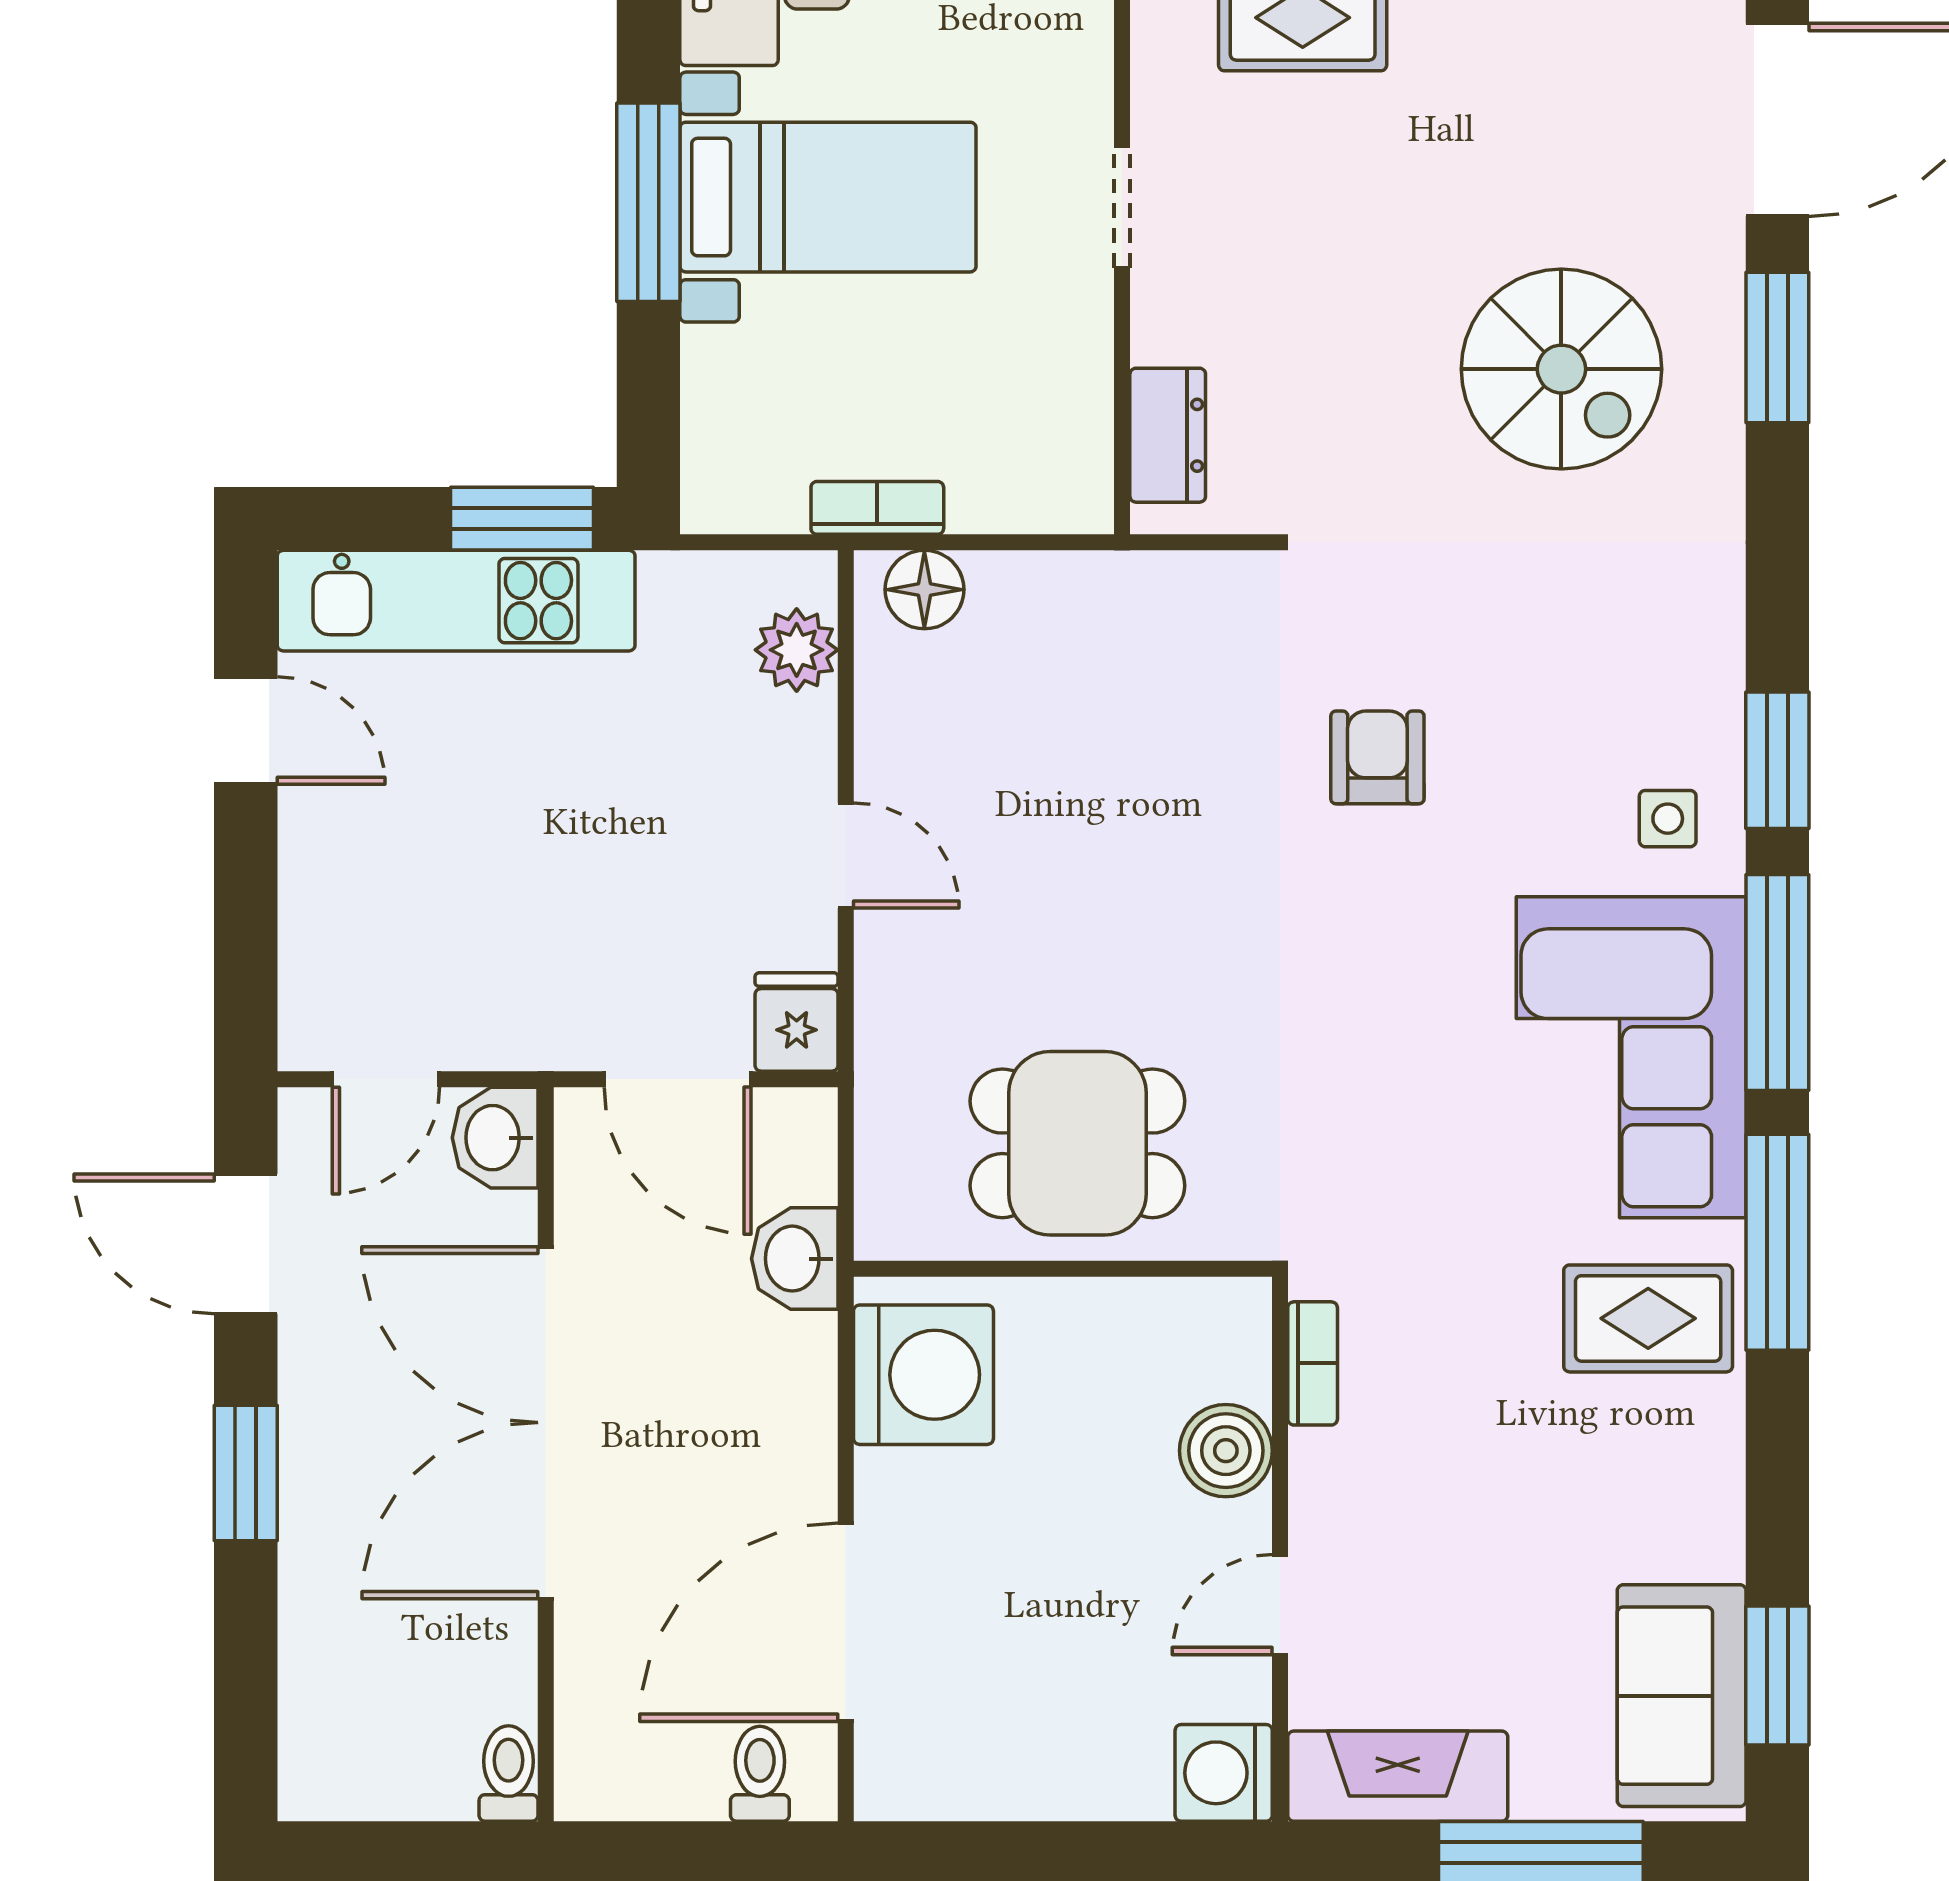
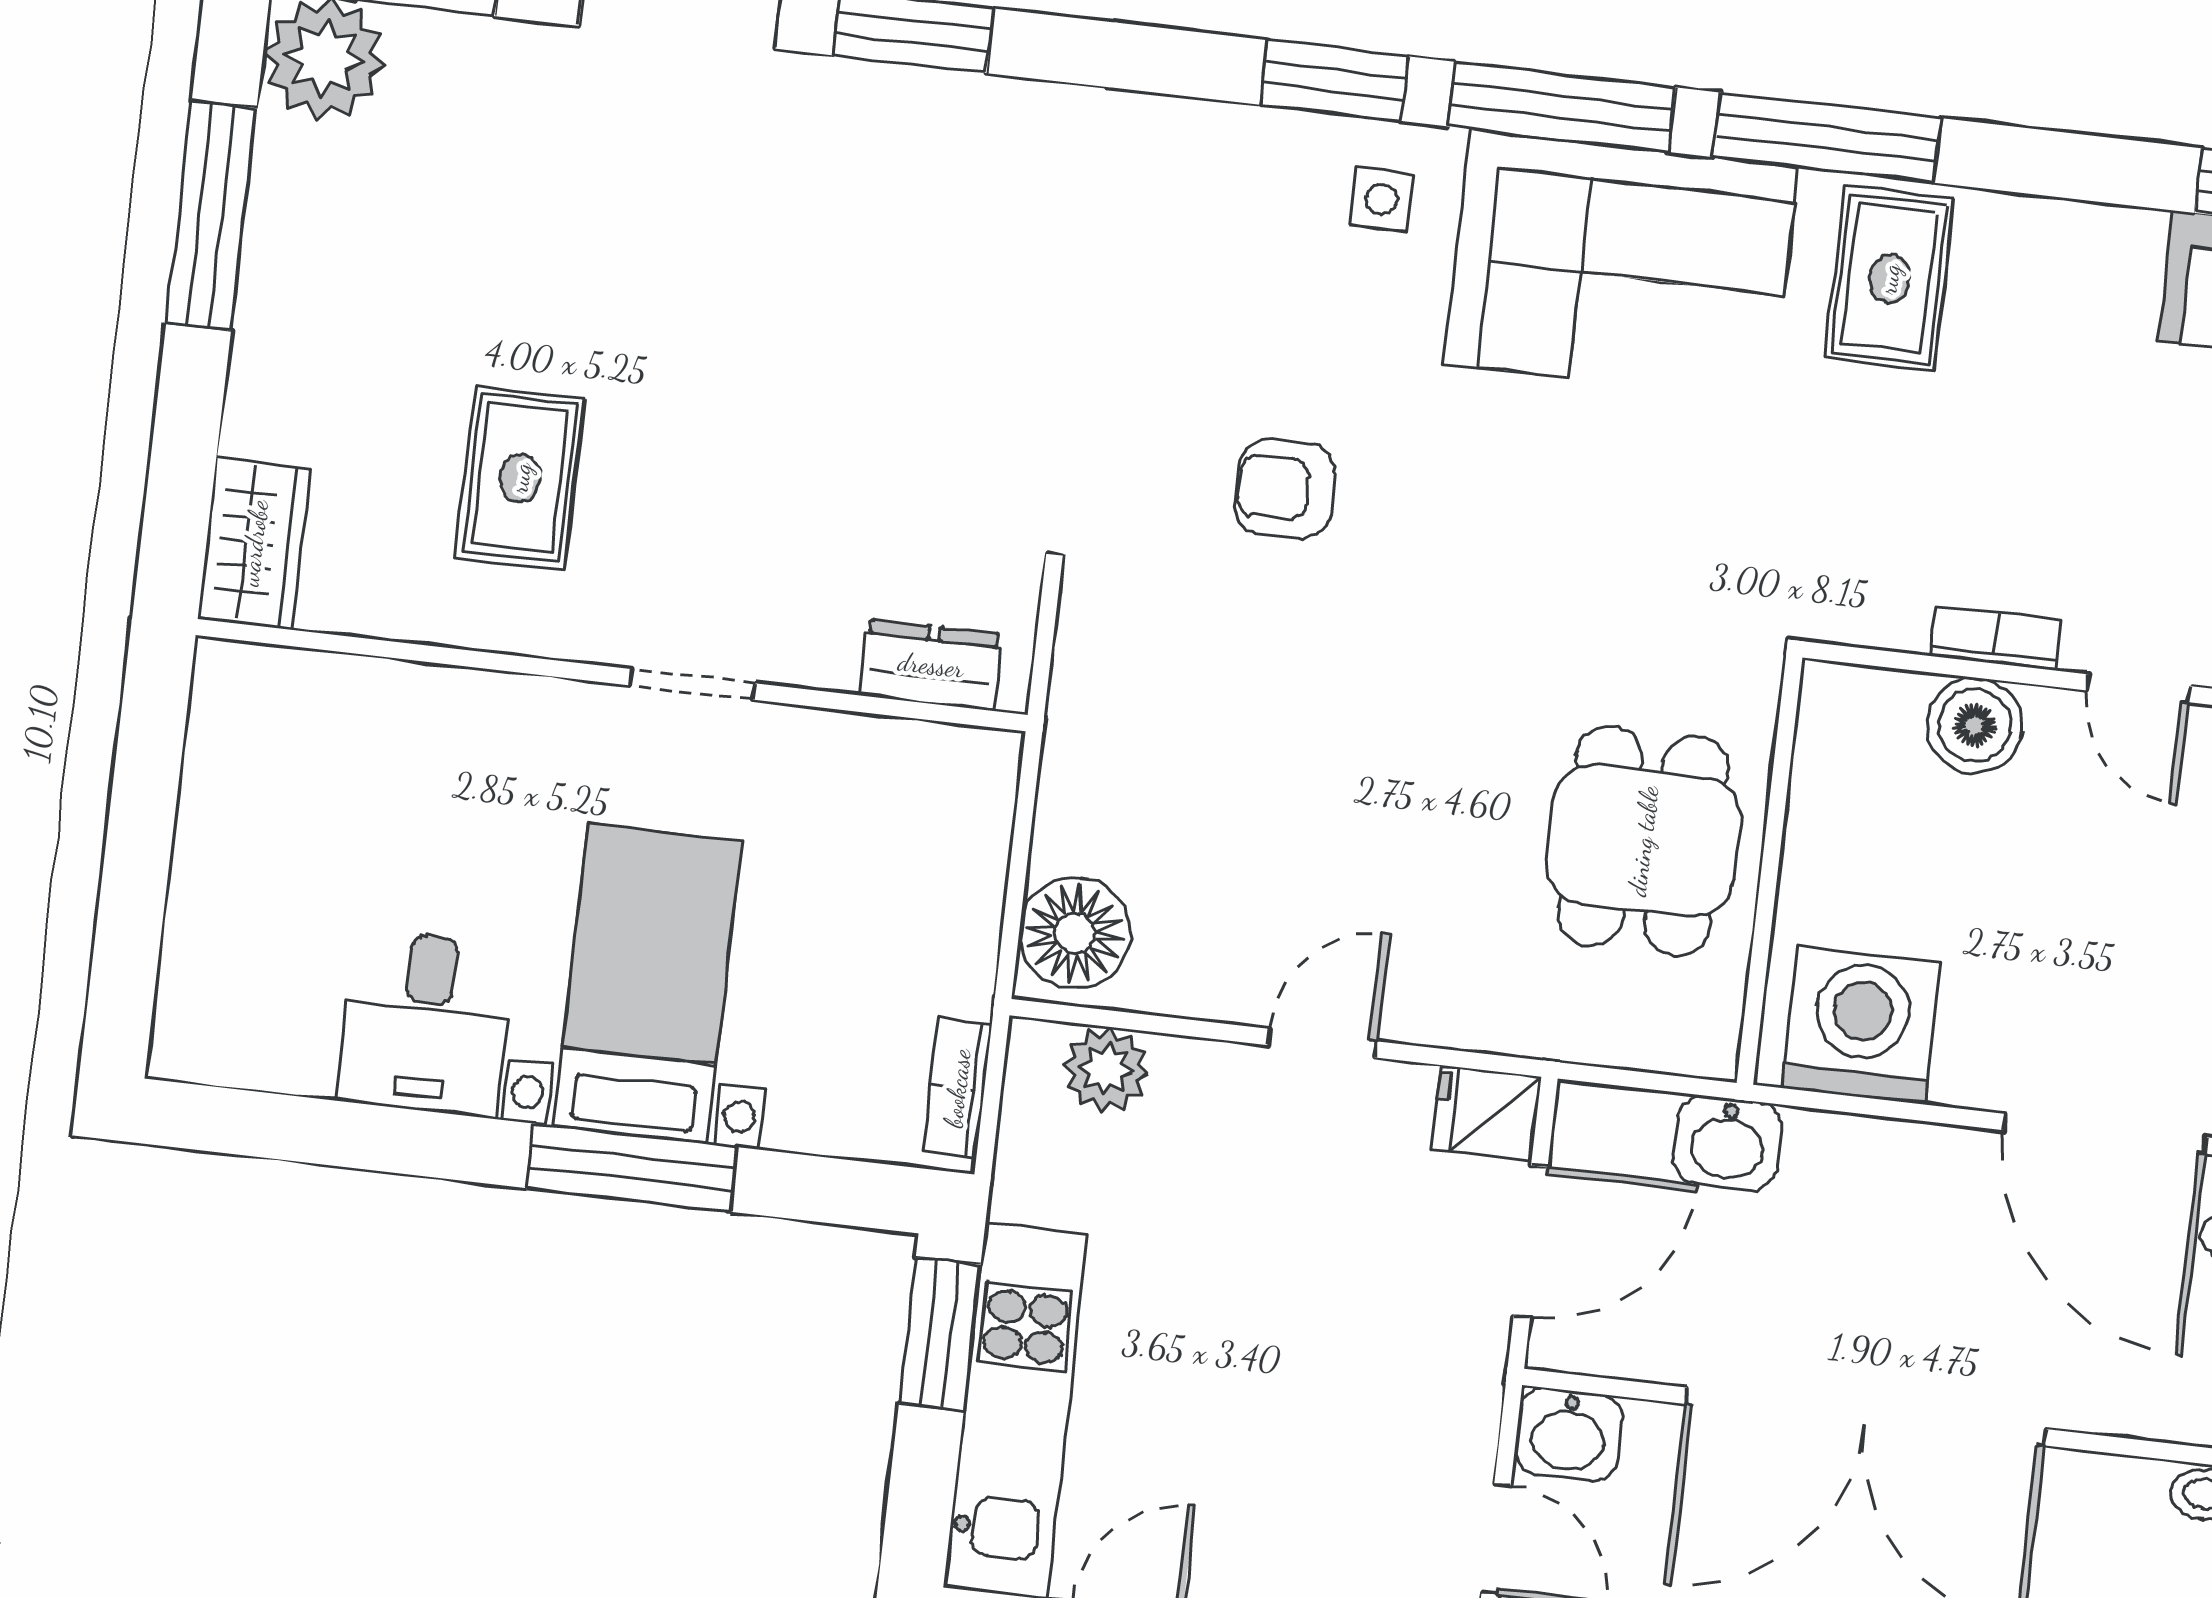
spiral stairs: (1561, 369) -> (910, 255), removed
bookcase: (877, 508) -> (957, 1088), moved
floor lamp: (924, 590) -> (1075, 933), width x1.38, depth x1.38
bookcase: (1313, 1363) -> (1996, 638), moved

